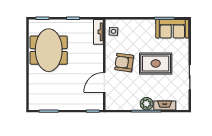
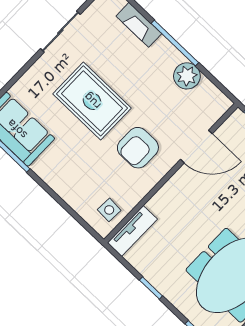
armchair: (124, 63) -> (138, 148), turned 82
plant: (147, 104) -> (187, 76), moved

